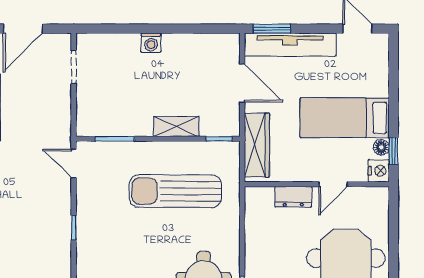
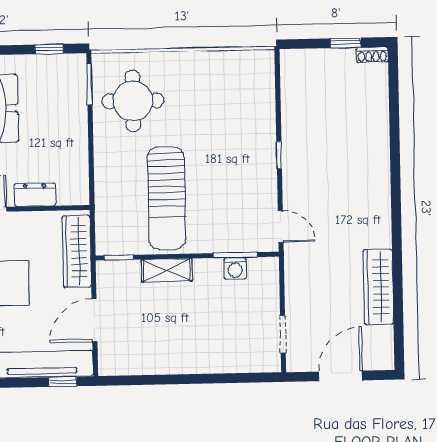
window: (272, 29) -> (63, 382), width x0.67
washing machine: (151, 43) -> (235, 268), moved, turned 180
door: (242, 83) -> (94, 320), hinge flipped
sun lounger: (175, 191) -> (167, 198), turned 90

